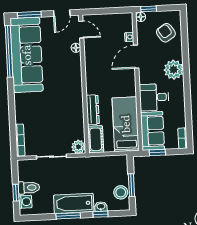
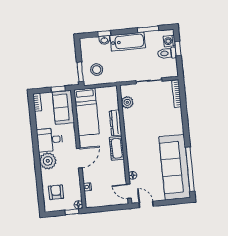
door: (62, 13) -> (146, 204), hinge flipped
window: (29, 15) -> (174, 202), removed
armchair: (166, 33) -> (56, 192), turned -146
door: (136, 57) -> (79, 158), moved
desk: (154, 97) -> (50, 140), moved, turned 180
cot: (96, 139) -> (117, 148), moved
plant: (78, 147) -> (127, 102), moved
window: (131, 185) -> (80, 72), moved
stool: (121, 192) -> (97, 70), moved
window: (68, 216) -> (148, 29), moved

